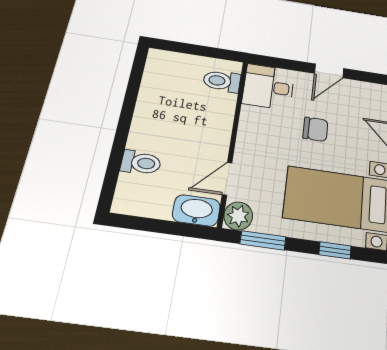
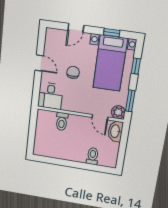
toilet: (222, 81) -> (62, 121), moved

